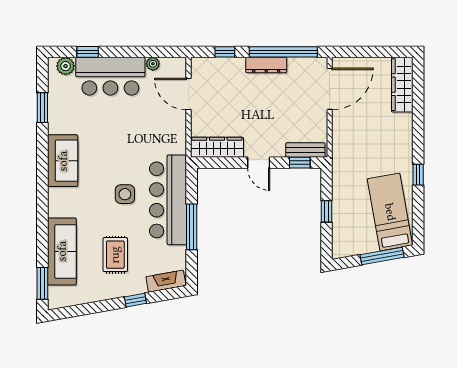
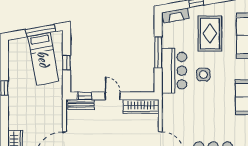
bar counter: (168, 200) -> (174, 71), width x0.73
bed: (390, 212) -> (43, 59), moved
rug: (115, 255) -> (210, 34), width x1.36, depth x1.43
window: (382, 256) -> (41, 30), moved

